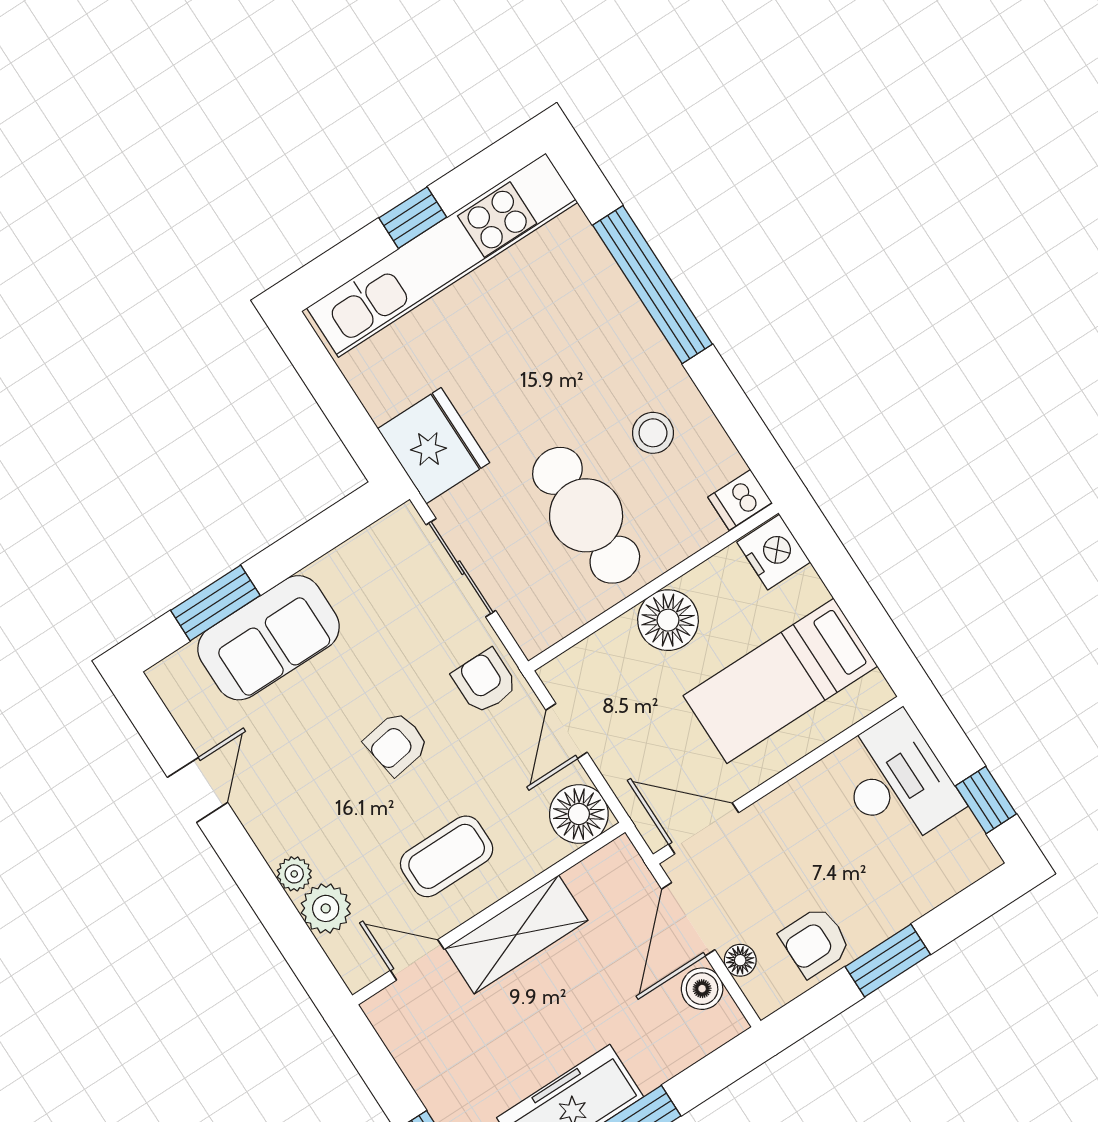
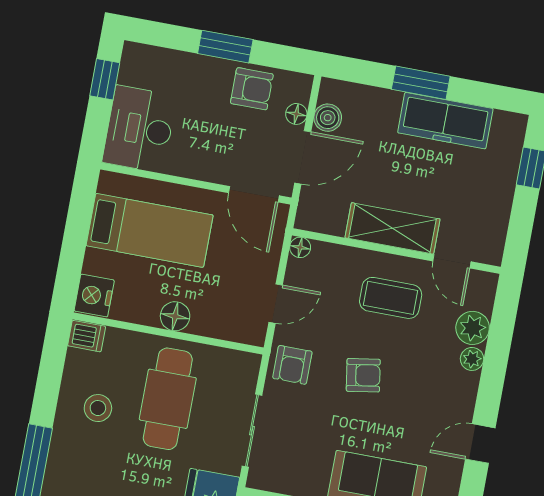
floor lamp: (668, 620) -> (175, 316), width x0.73, depth x0.73
floor lamp: (579, 814) -> (300, 247), width x0.53, depth x0.53

